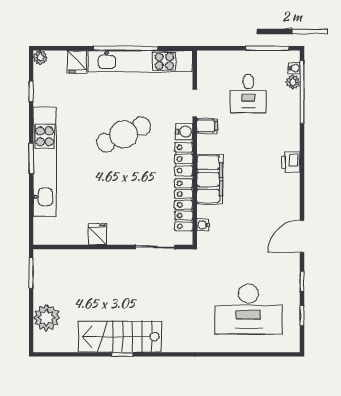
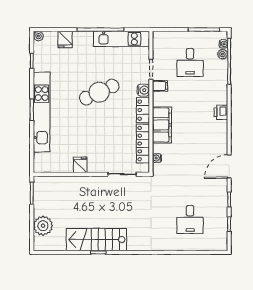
kitchen unit: (140, 61) -> (121, 39), width x0.73
desk: (248, 309) -> (190, 219), width x0.53, depth x0.77

